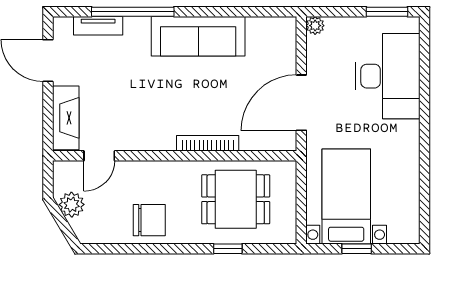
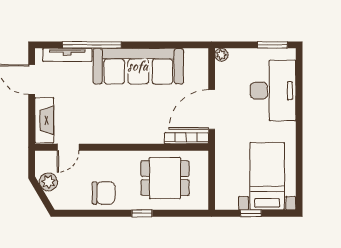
tv unit: (98, 26) -> (67, 55), width x1.41
sofa: (198, 36) -> (138, 66), width x1.36, depth x1.27
bookcase: (208, 143) -> (186, 138), moved
bed with nightstands: (346, 197) -> (267, 176), moved
window: (228, 249) -> (142, 213), moved

